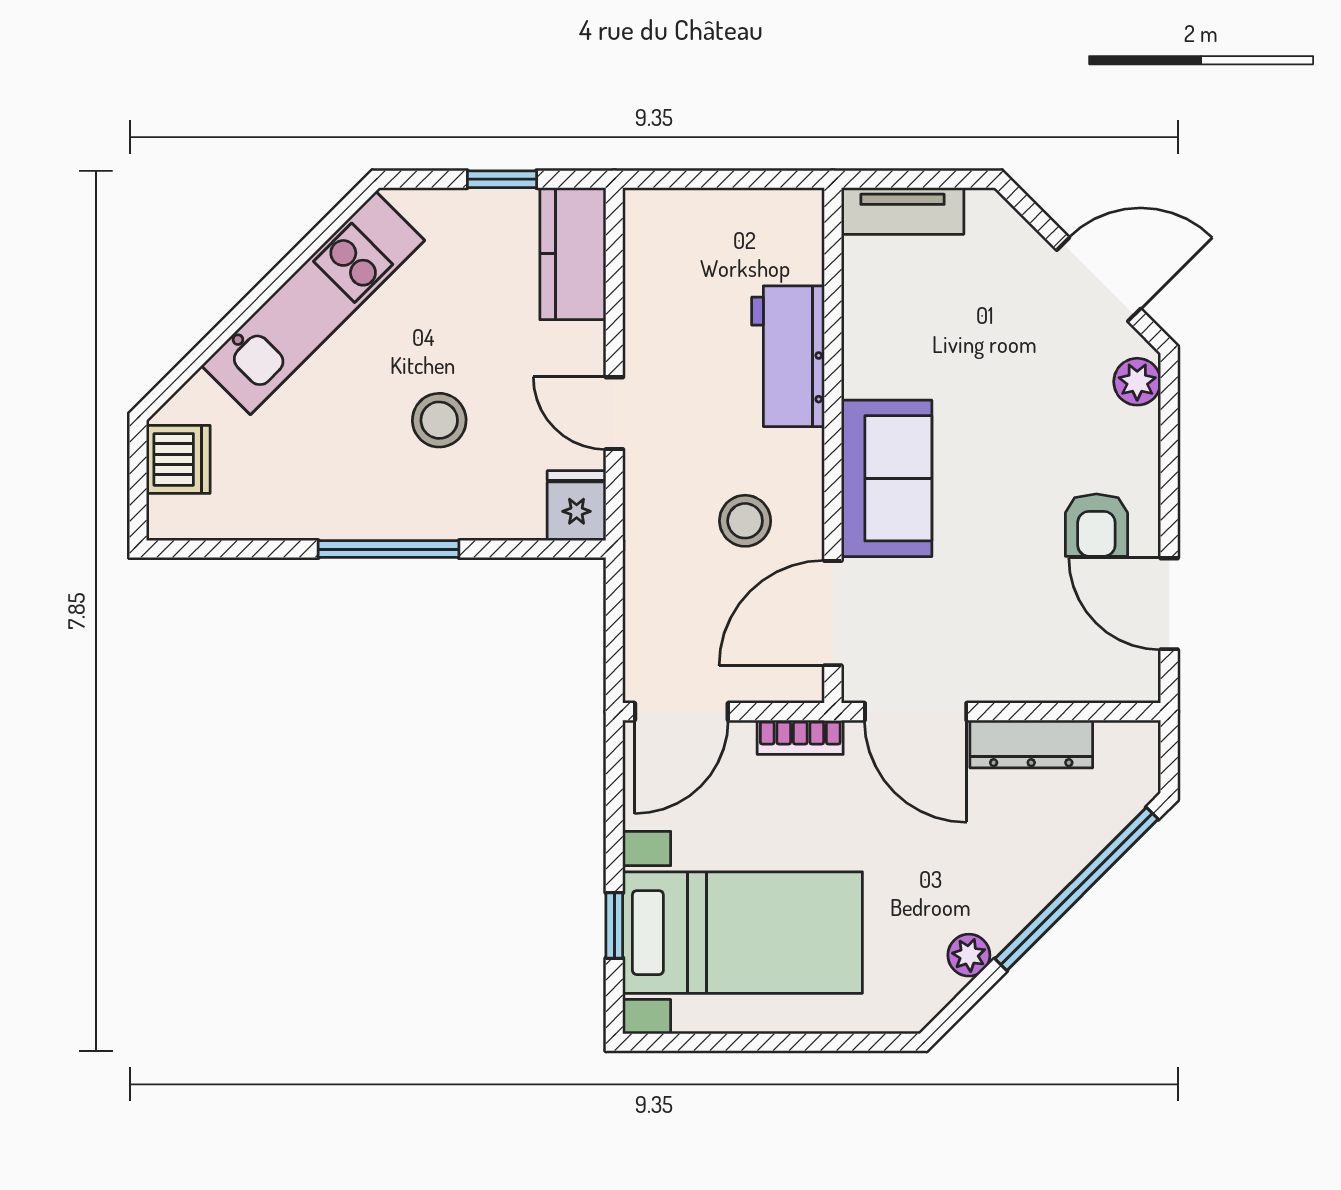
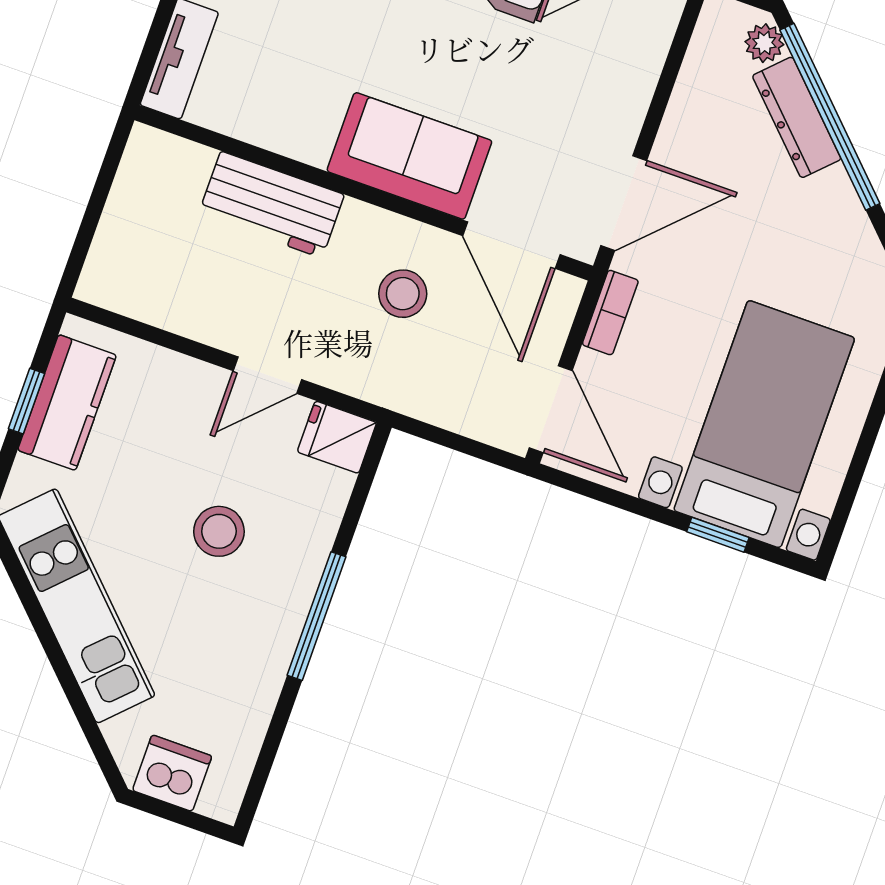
kitchen counter: (573, 254) -> (67, 403), moved, turned -90
dresser: (1031, 744) -> (797, 117), moved, turned 135
plant: (969, 955) -> (764, 43), moved

